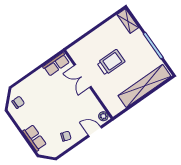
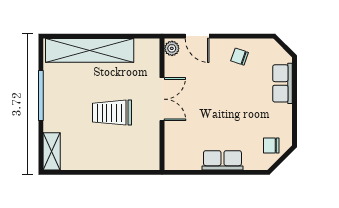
row of seats: (56, 64) -> (222, 160), moved
double door: (83, 76) -> (162, 99), moved

